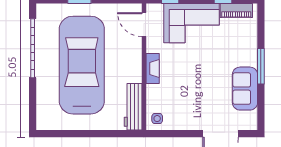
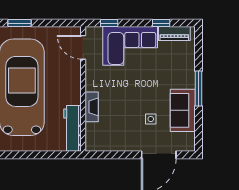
fireplace: (153, 69) -> (92, 107), moved
side table: (157, 119) -> (151, 119), moved

